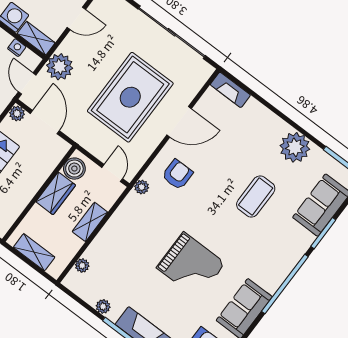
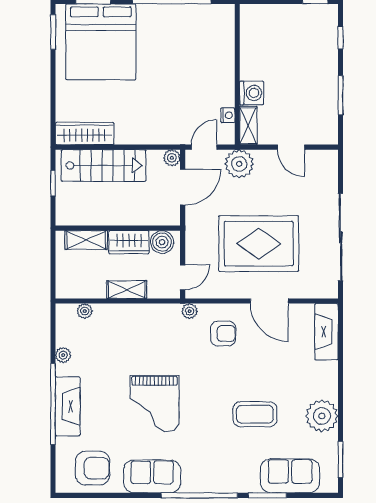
fireplace: (230, 90) -> (326, 332), width x1.37, depth x1.32
shelving: (34, 252) -> (86, 240), moved, turned 90

